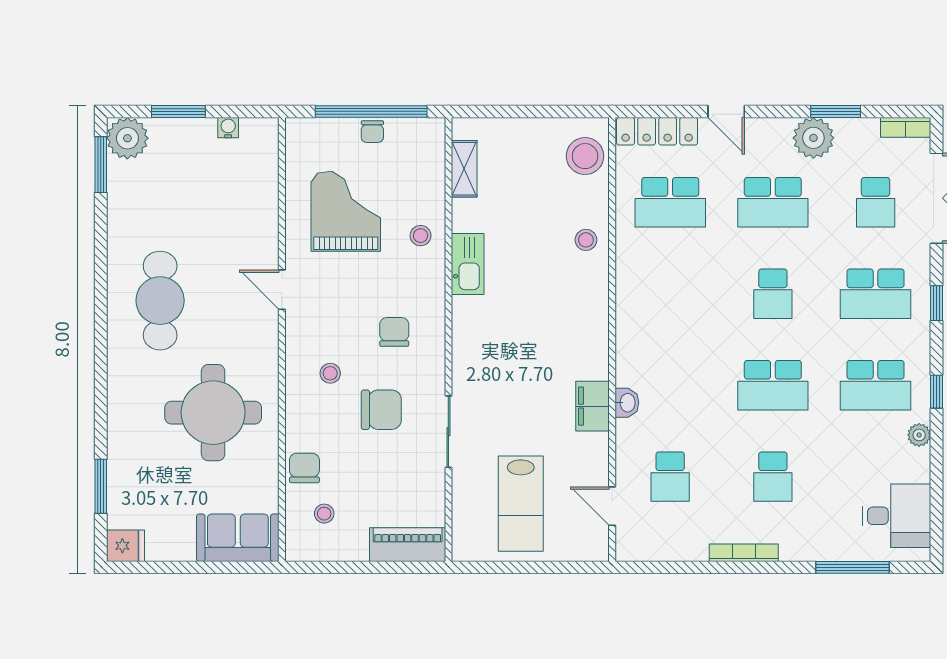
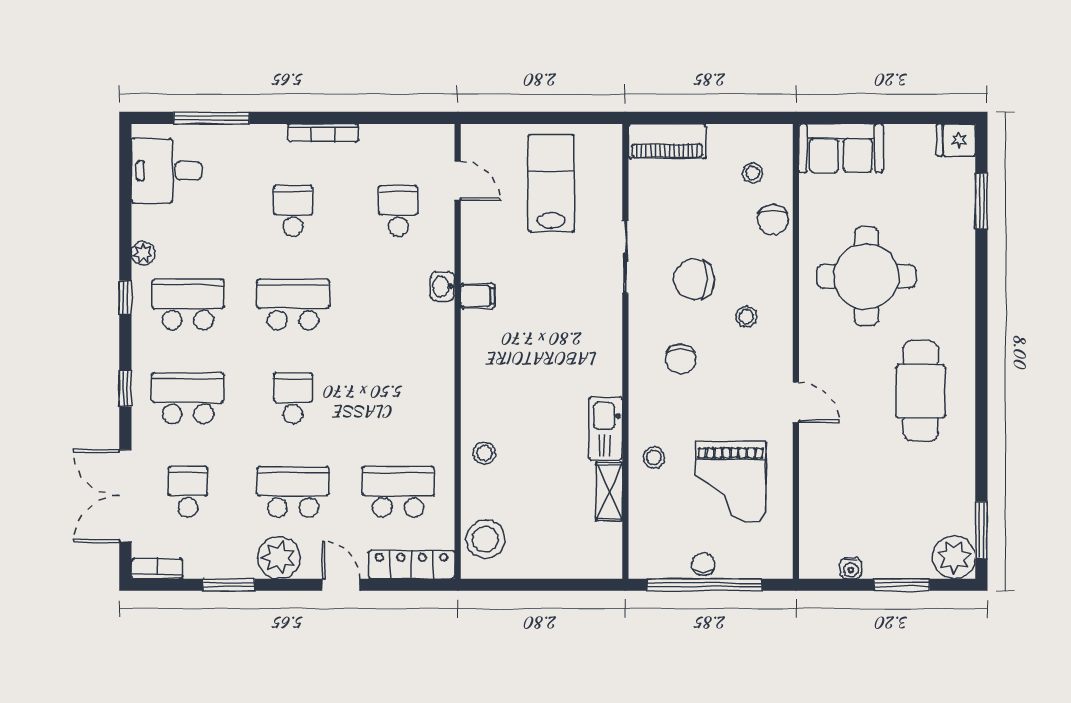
plant: (813, 138) -> (279, 558), moved
shelving: (464, 169) -> (609, 491), moved
filing cabinet: (593, 406) -> (478, 296), width x0.50

